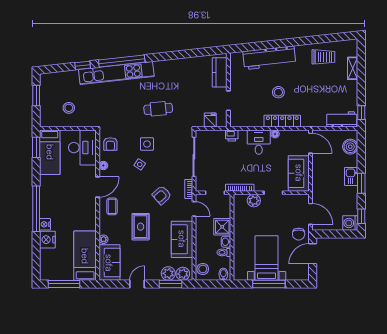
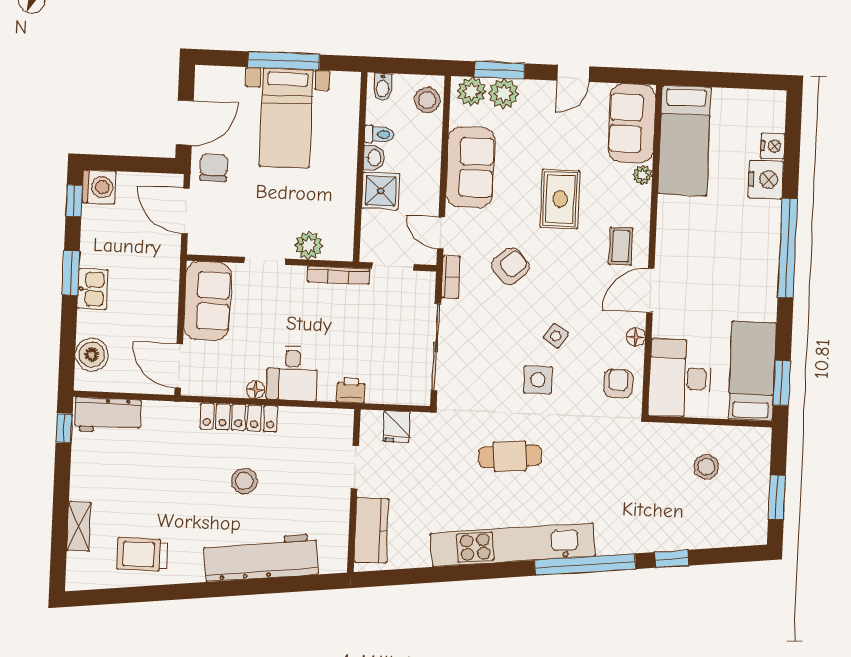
kitchen unit: (116, 73) -> (513, 545), moved
nightstand: (45, 224) -> (773, 146), moved
window: (64, 284) -> (734, 80), removed

